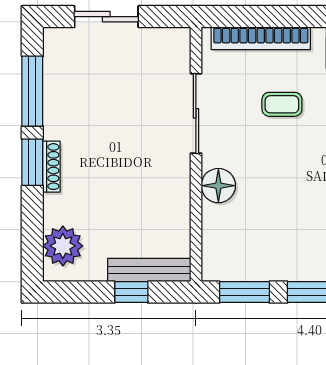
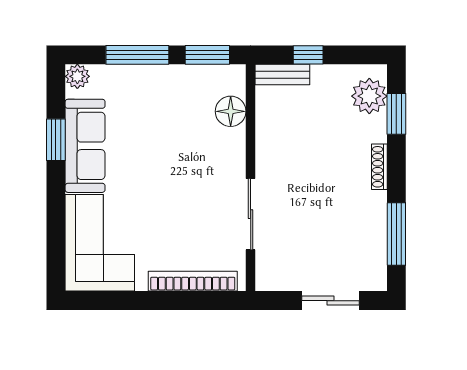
coffee table: (282, 104) -> (174, 222), removed
window: (32, 162) -> (396, 114), moved
floor lamp: (218, 186) -> (231, 111), moved
bench: (149, 270) -> (282, 75), width x0.73

